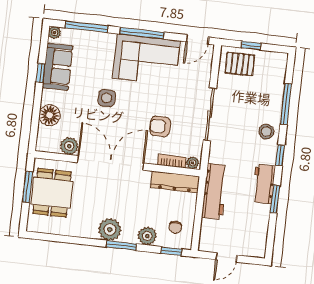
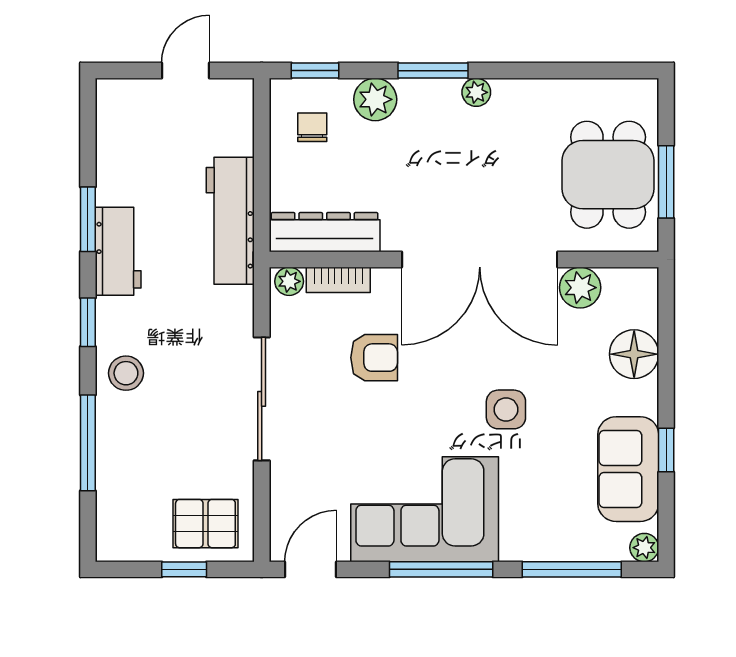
plant: (110, 229) -> (476, 92), width x0.53, depth x0.53

